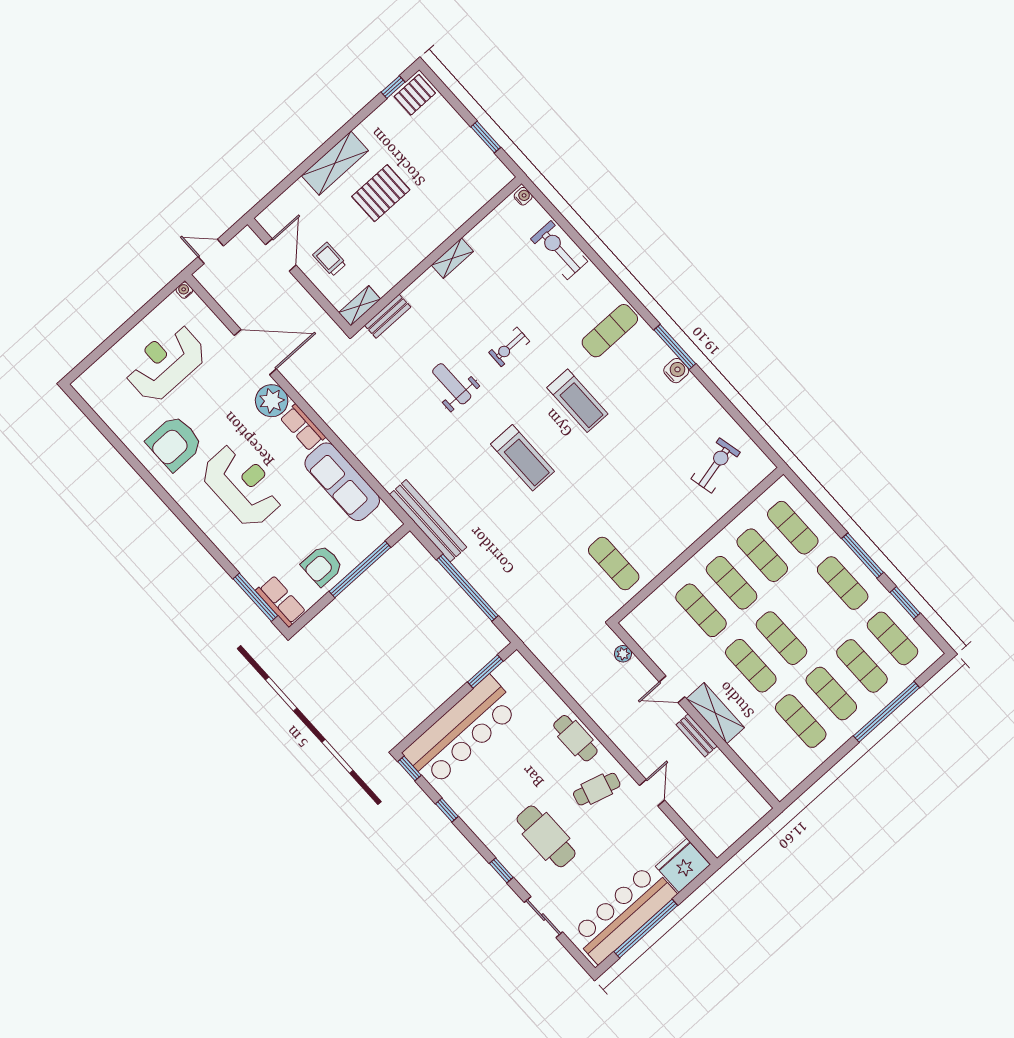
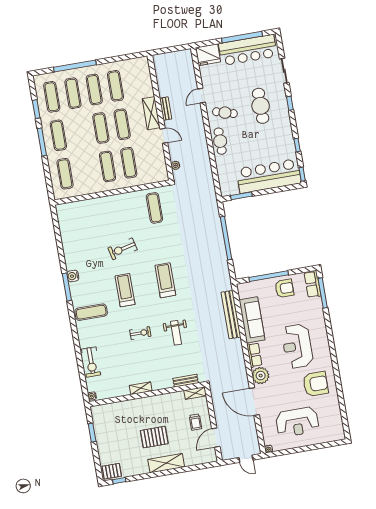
exercise bike: (716, 465) -> (123, 249), moved
bench: (428, 521) -> (231, 315), moved
exercise mat: (762, 555) -> (86, 170), removed

